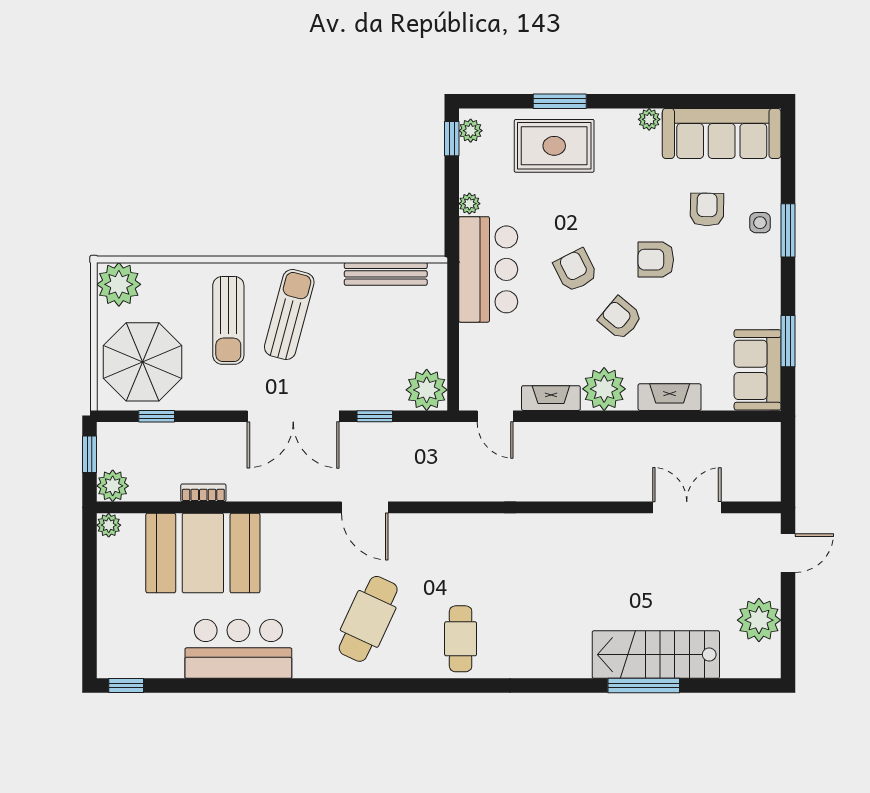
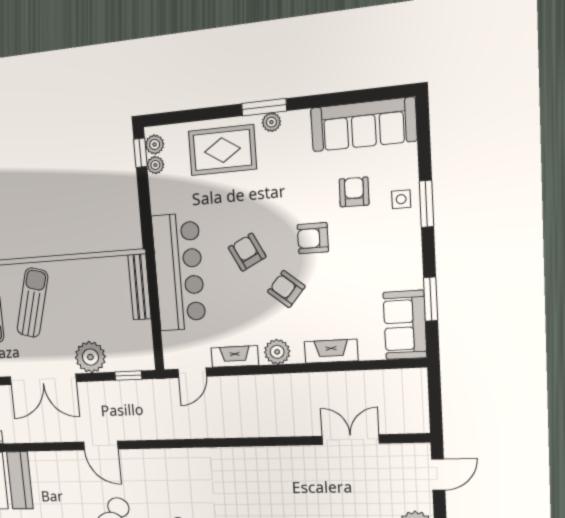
window: (560, 101) -> (264, 107), moved
plant: (649, 119) -> (271, 122), moved
plant: (469, 204) -> (155, 165), moved
bar counter: (488, 269) -> (179, 272), width x1.36
bench: (386, 274) -> (140, 287), moved, turned 90
plant: (604, 389) -> (277, 352), width x0.73, depth x0.73
plant: (427, 390) -> (90, 357), moved
window: (375, 416) -> (128, 376), moved
door: (495, 416) -> (192, 373), hinge flipped

